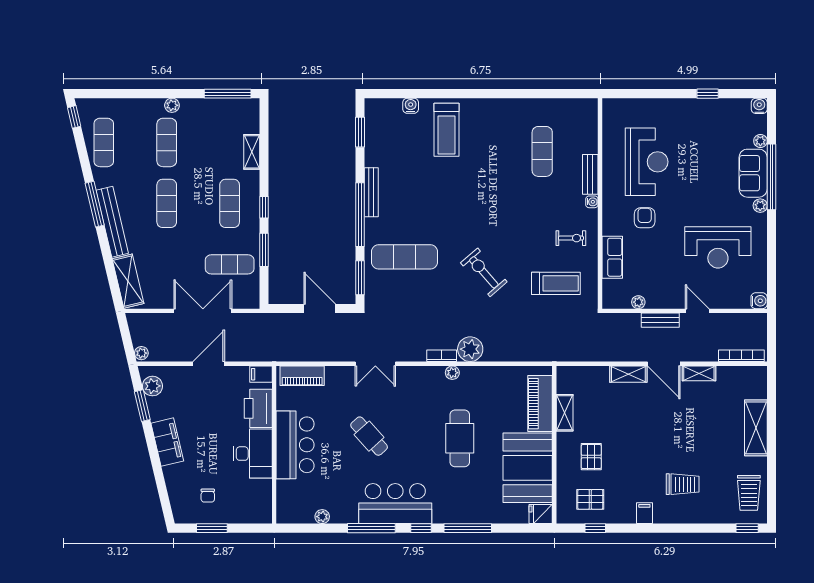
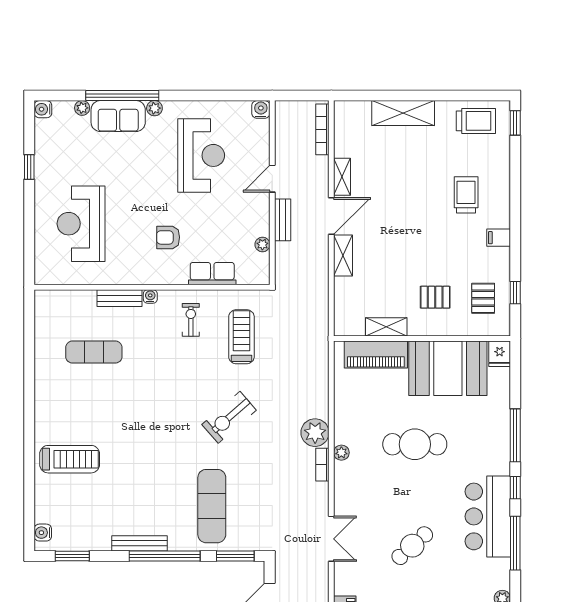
water cooler: (411, 106) -> (43, 533), moved
reception desk: (647, 162) -> (81, 224), moved, turned -90

